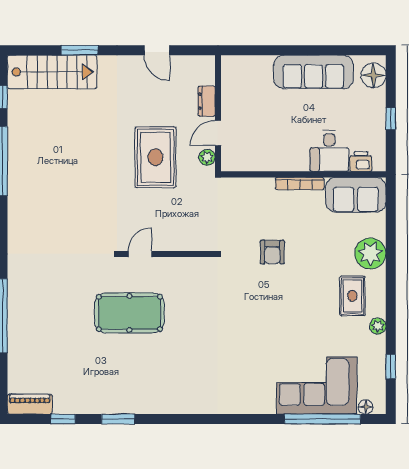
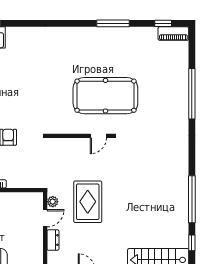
pool table: (129, 313) -> (105, 96), width x1.36, depth x1.32
window: (63, 419) -> (163, 23), moved
window: (118, 419) -> (113, 23), width x1.44

